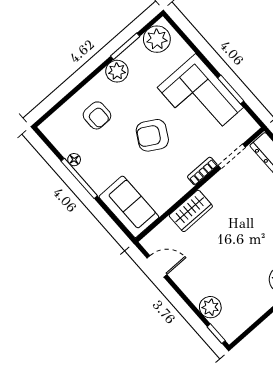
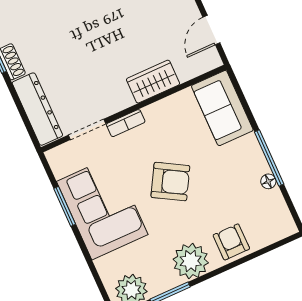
plant: (117, 71) -> (191, 261), width x1.36, depth x1.36
armchair: (97, 115) -> (231, 242), moved
door: (157, 266) -> (211, 30), hinge flipped

